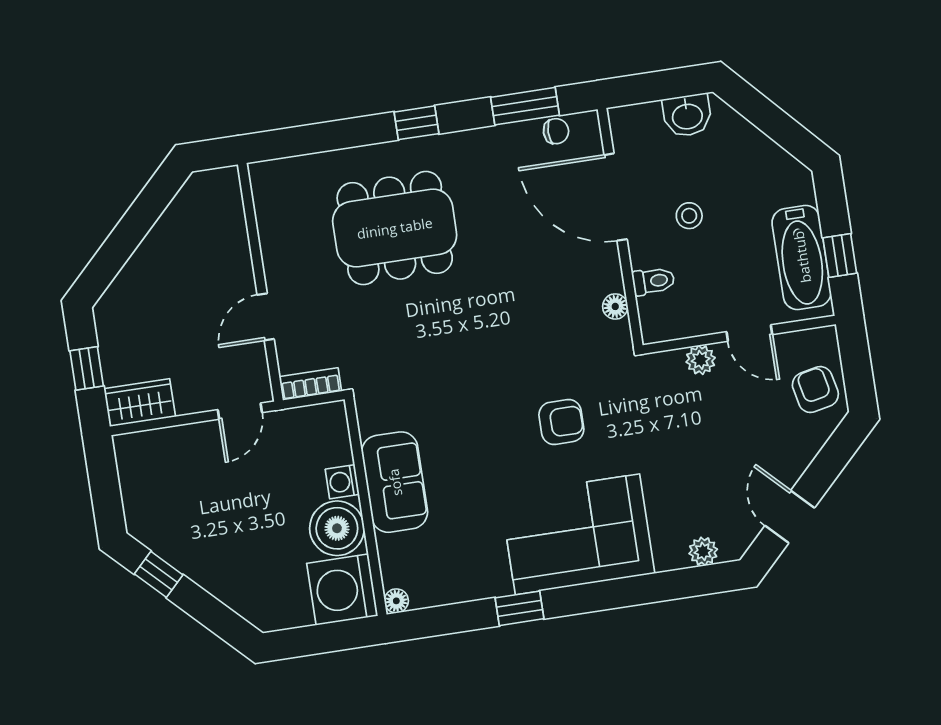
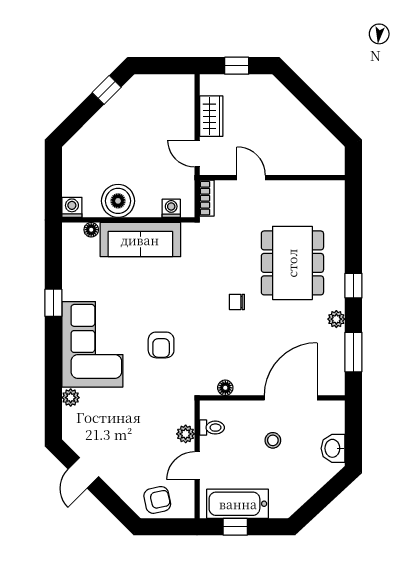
chair: (556, 131) -> (237, 302), moved, turned 90
plant: (475, 142) -> (336, 319), added
toilet: (653, 281) -> (212, 428), moved, turned -90
wardrobe: (140, 403) -> (211, 116), moved
washing machine: (342, 482) -> (171, 208), moved
sofa: (395, 482) -> (140, 240), width x1.36
door: (790, 517) -> (83, 473), swing flipped
plant: (703, 551) -> (71, 398), moved
washing machine: (342, 590) -> (72, 207), width x0.53, depth x0.53
floor lamp: (396, 601) -> (91, 230), moved

